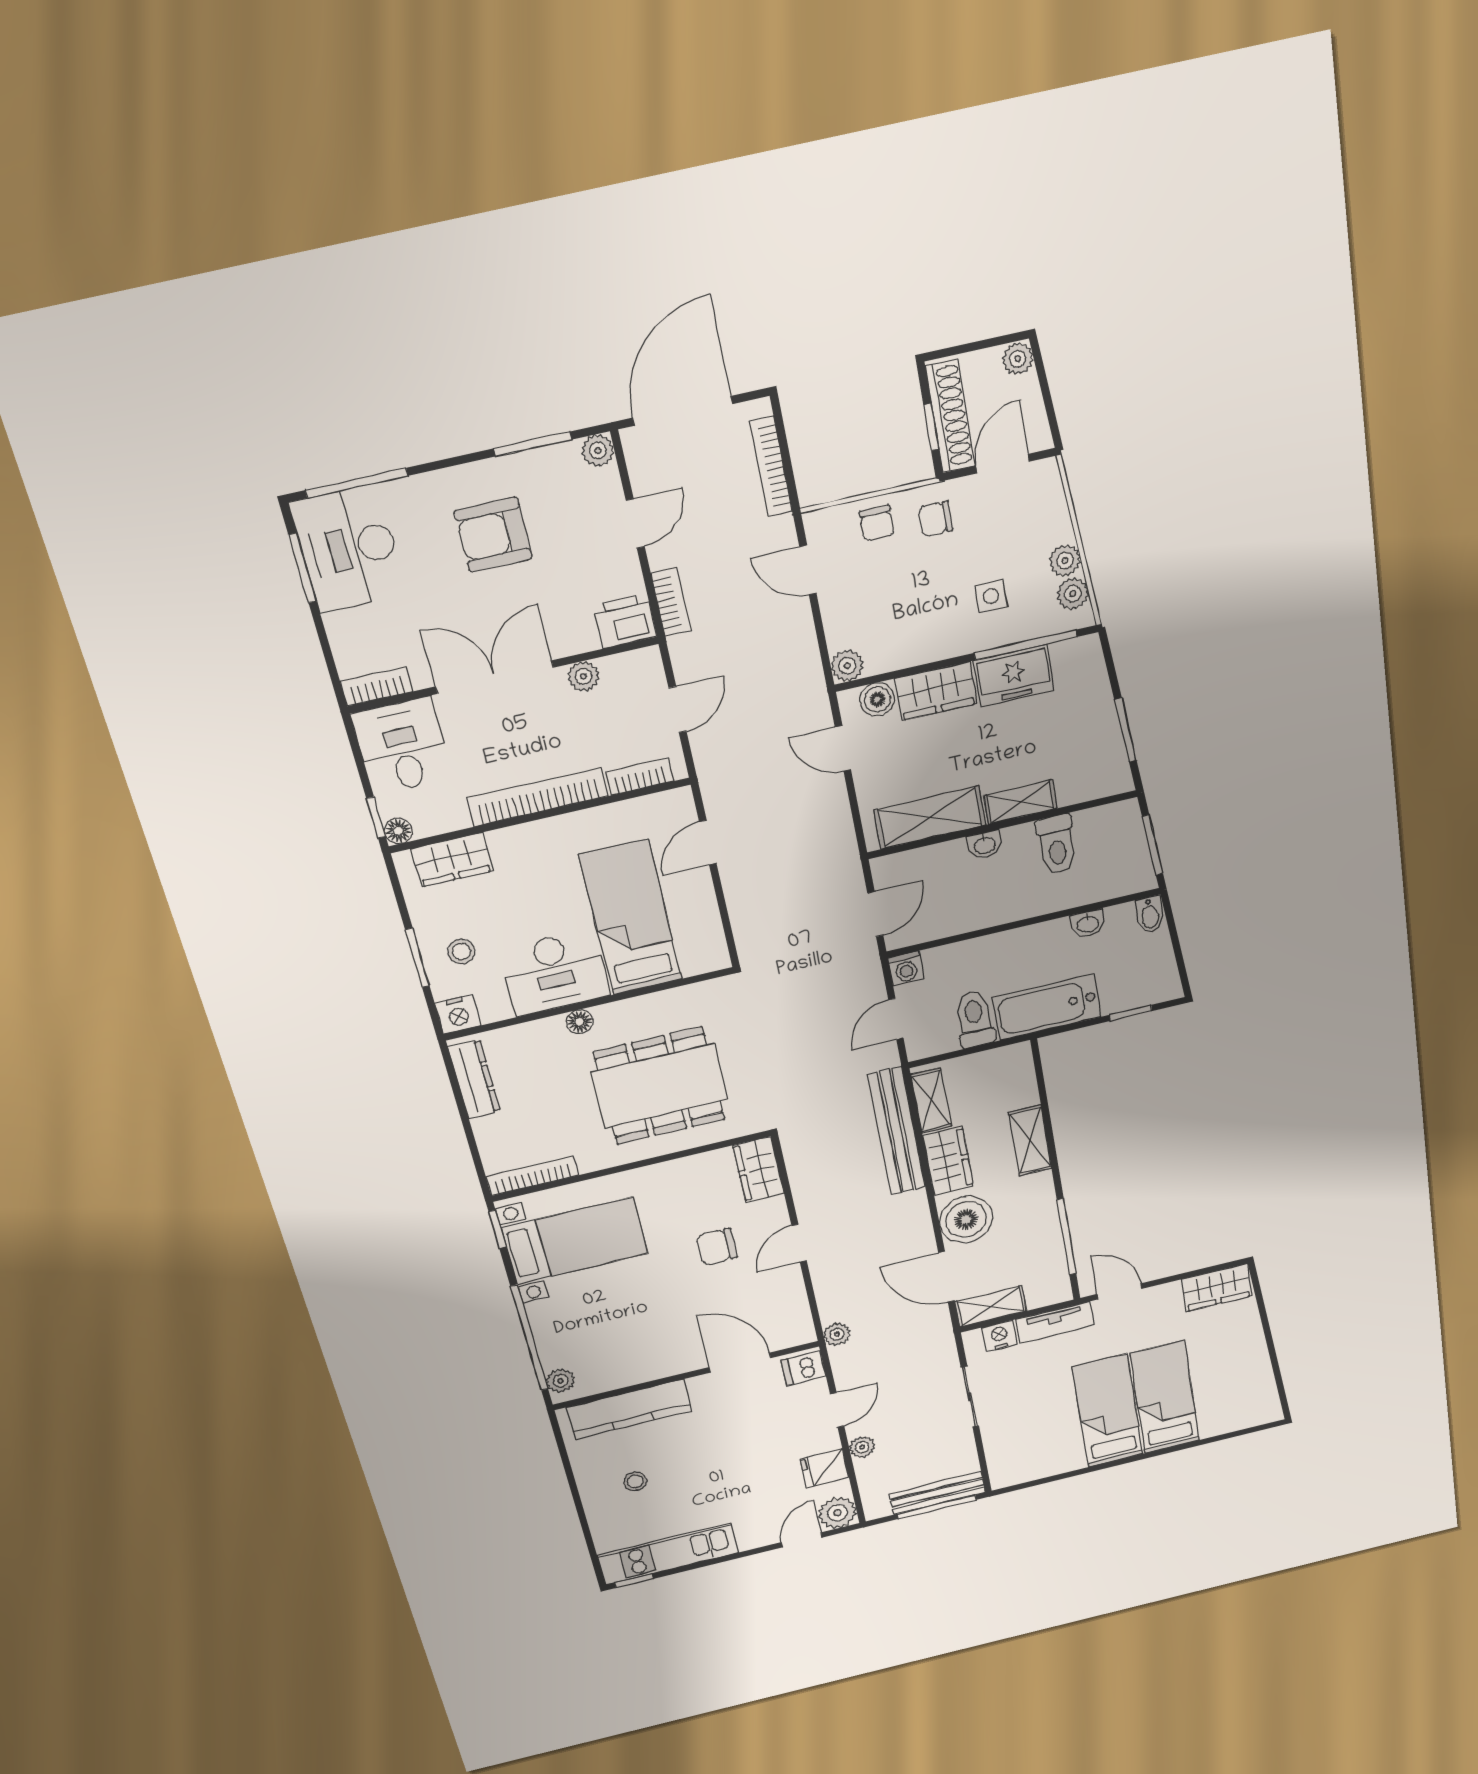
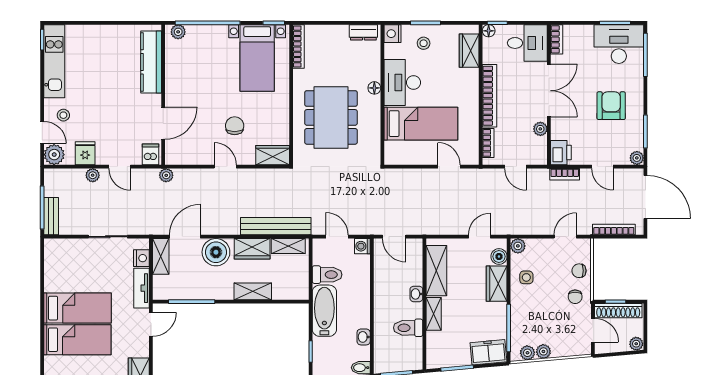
chair: (936, 519) -> (575, 297), turned 180
side table: (991, 596) -> (526, 277), moved
freezer: (1014, 676) -> (488, 352), moved, turned 85
dresser: (474, 1079) -> (363, 32), width x0.70
stool: (635, 1481) -> (63, 115), moved
bench: (937, 1493) -> (51, 216), width x0.73

